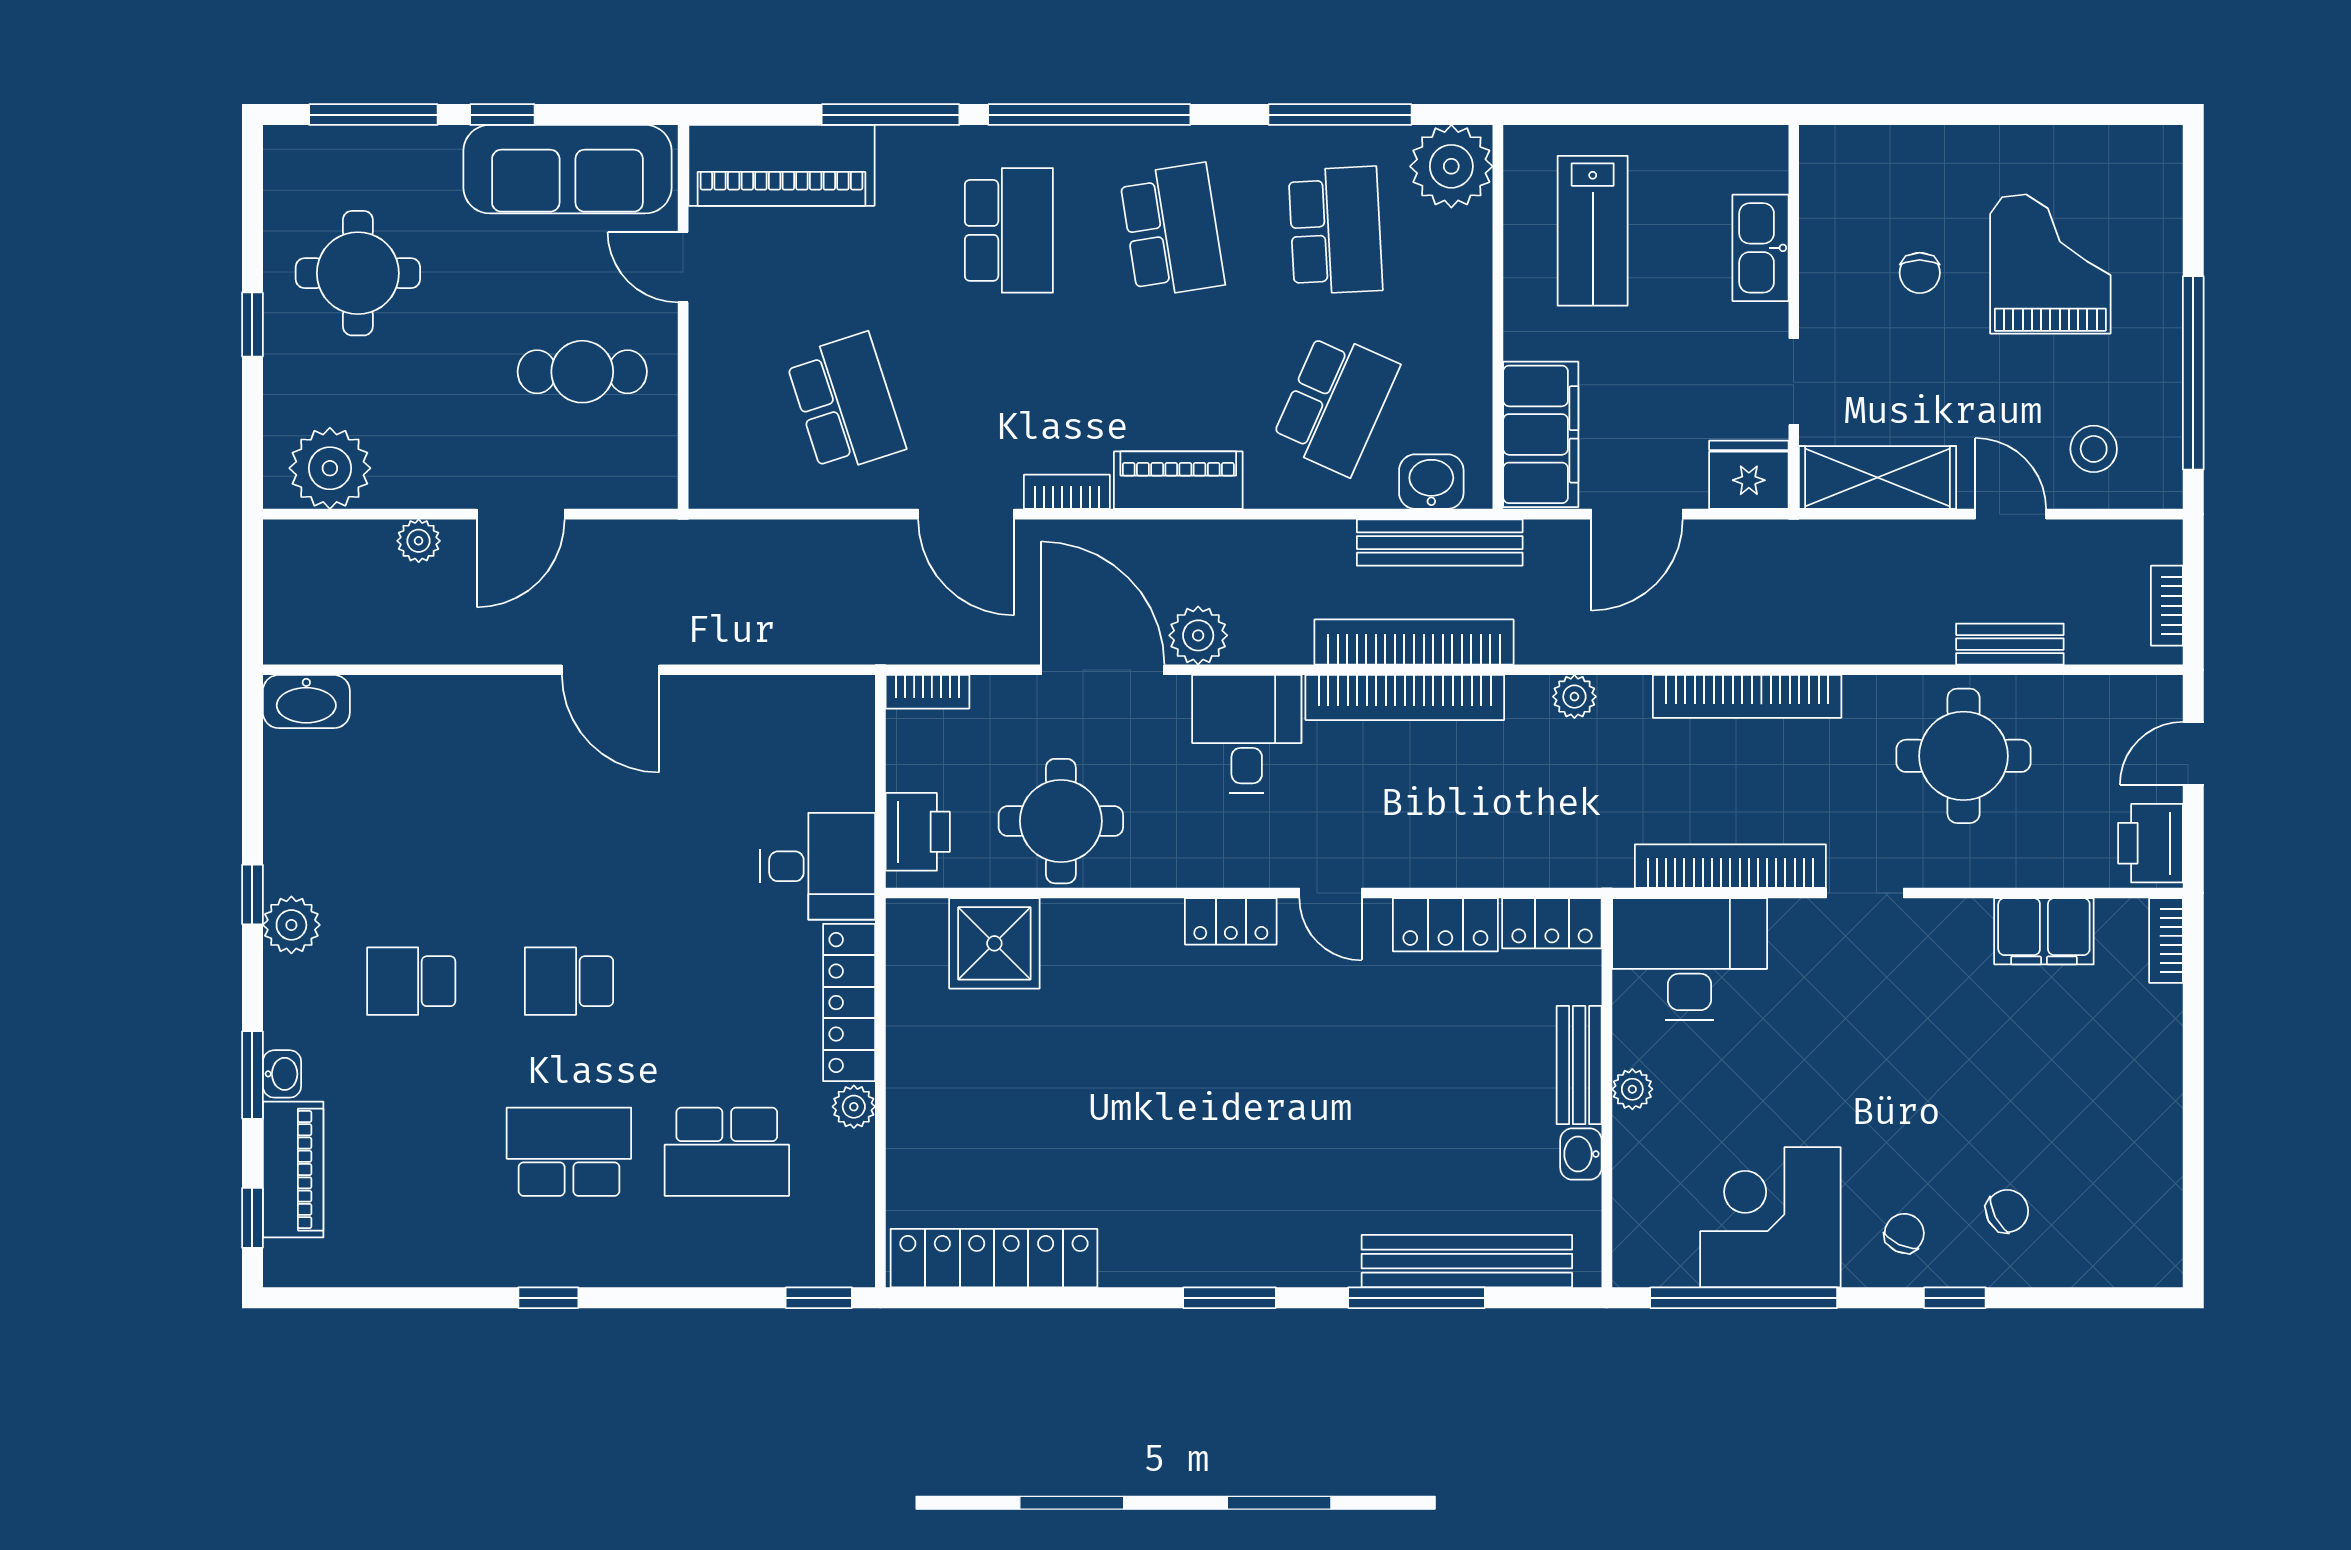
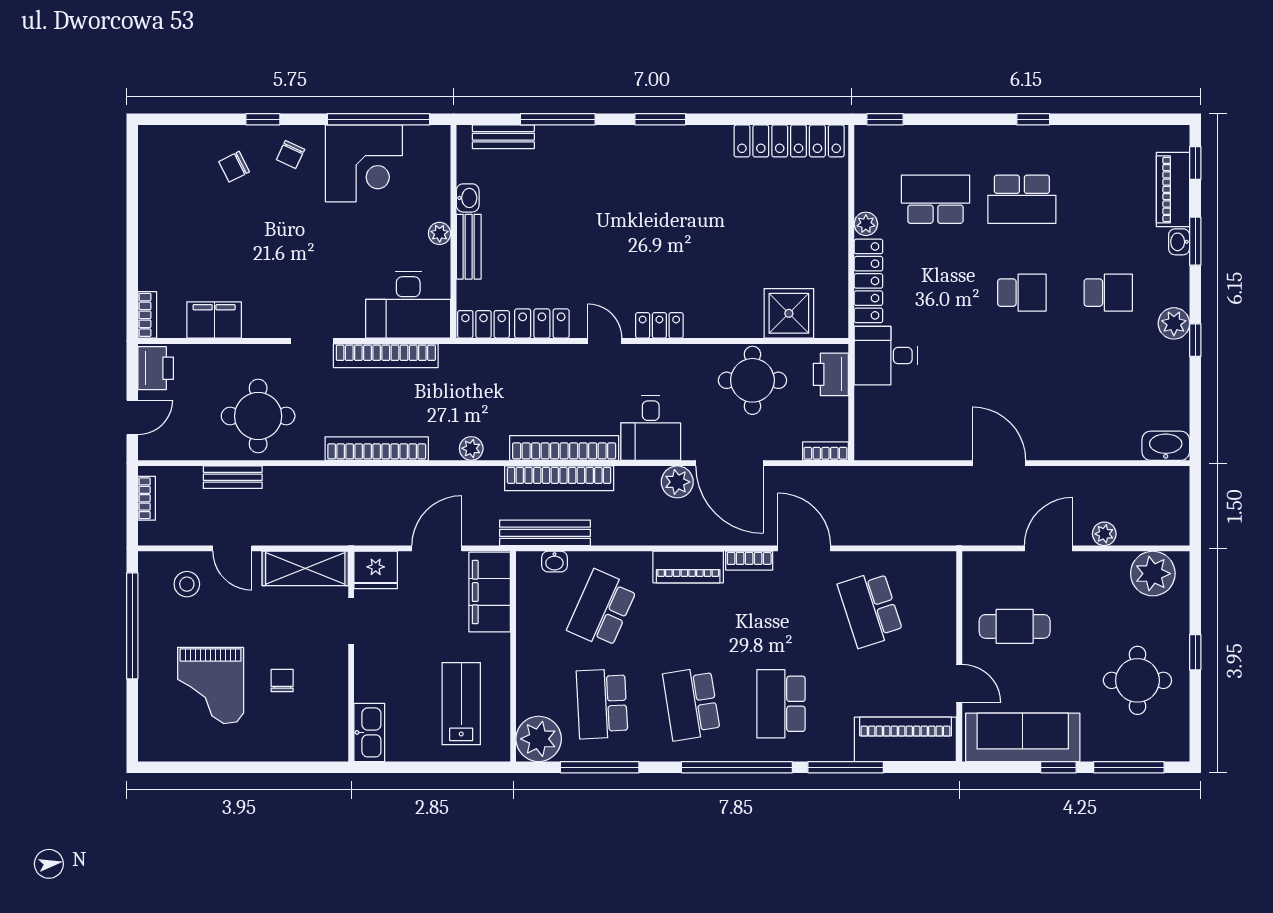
kitchen sink: (1760, 248) -> (369, 732), moved
washbasin: (1431, 482) -> (554, 562), width x0.72, depth x0.69
bench: (1467, 1261) -> (503, 137), width x0.54, depth x0.82

